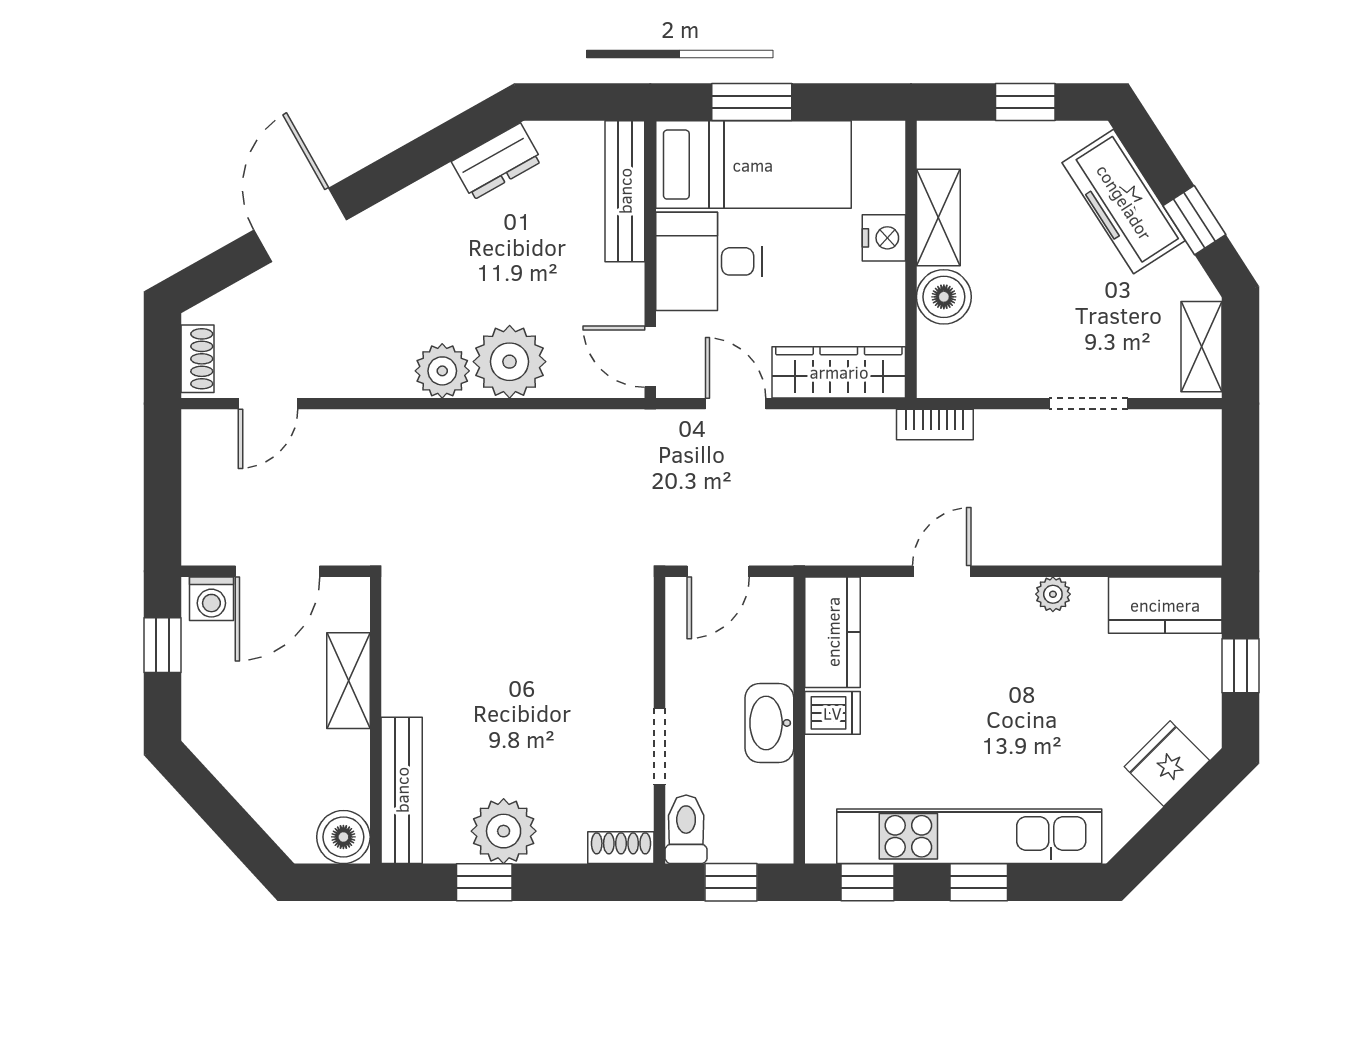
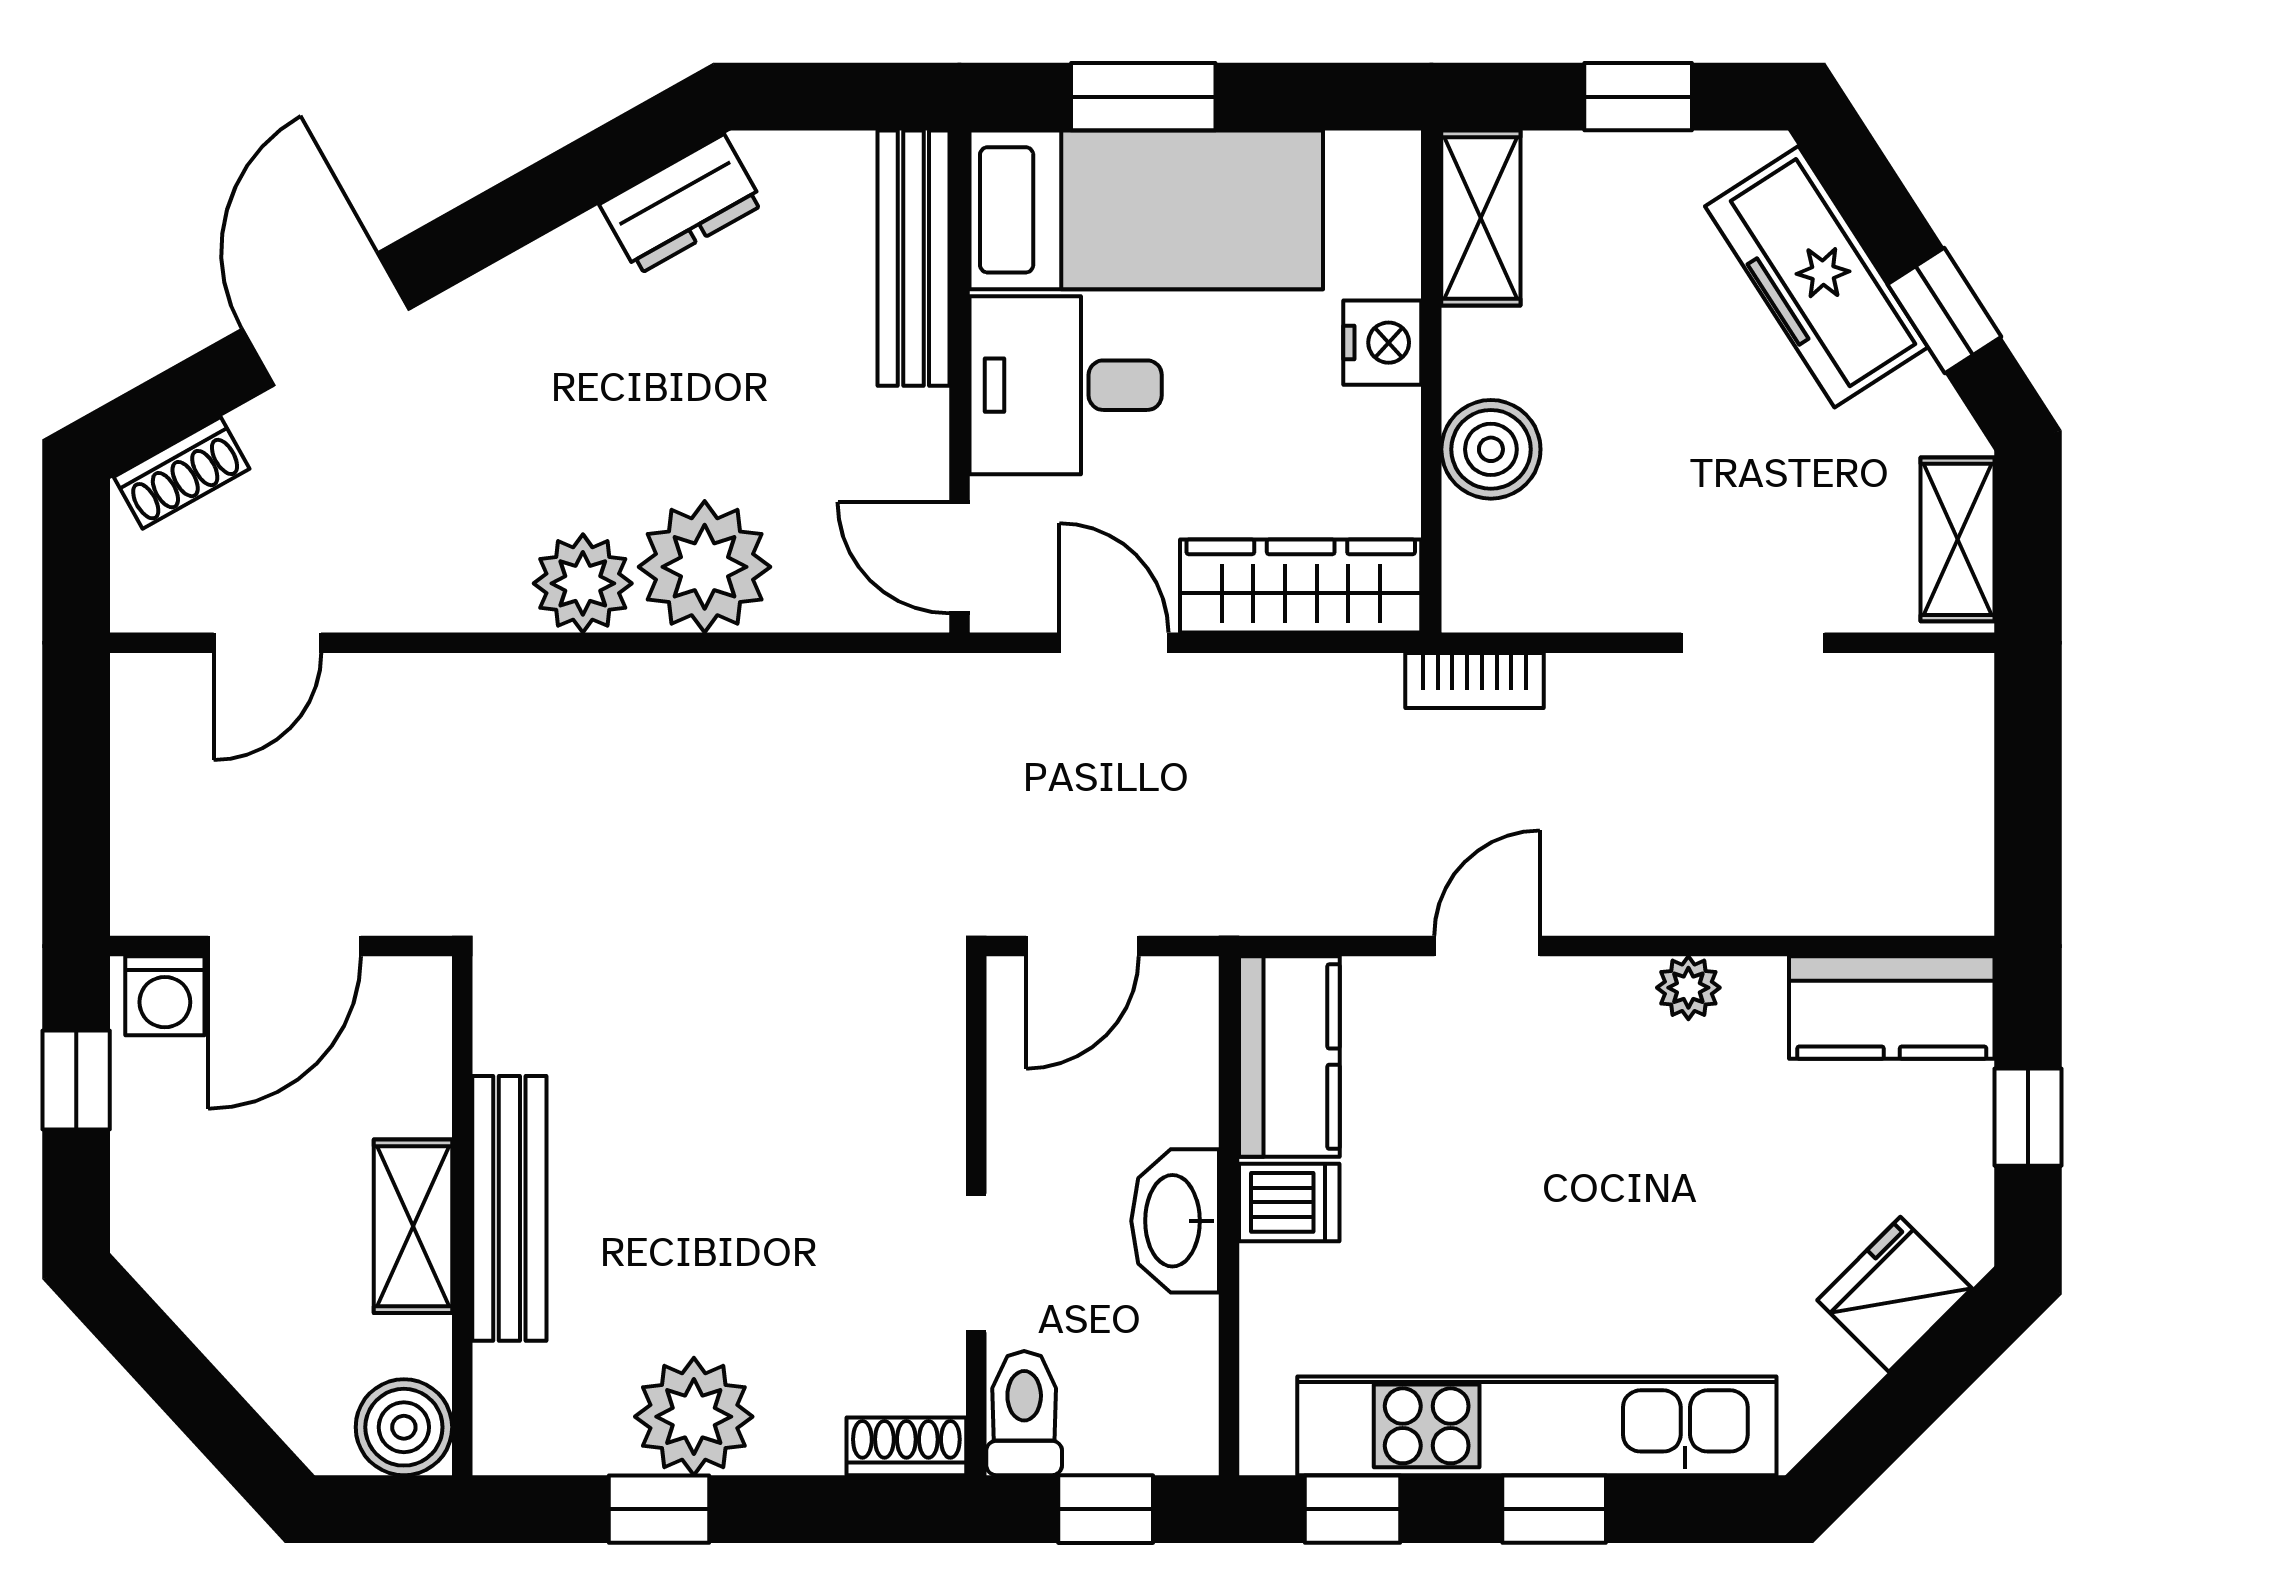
shelving: (938, 217) -> (1481, 218), moved
shoe rack: (197, 359) -> (182, 473), moved, turned 61
shelving: (348, 681) -> (413, 1226), moved
bench: (402, 790) -> (509, 1208), moved

